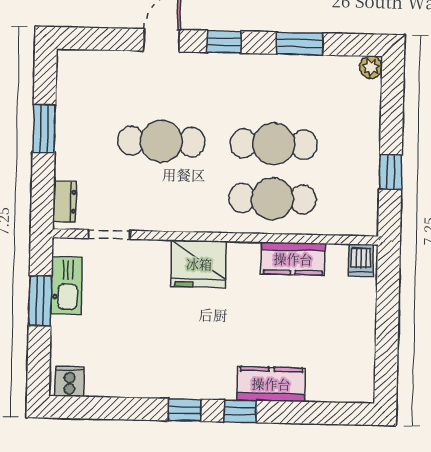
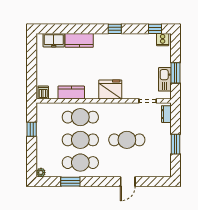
window: (224, 42) -> (102, 182), removed
cafe table: (275, 89) -> (80, 163), added
freezer: (333, 386) -> (54, 40), added
window: (240, 411) -> (155, 29), moved

